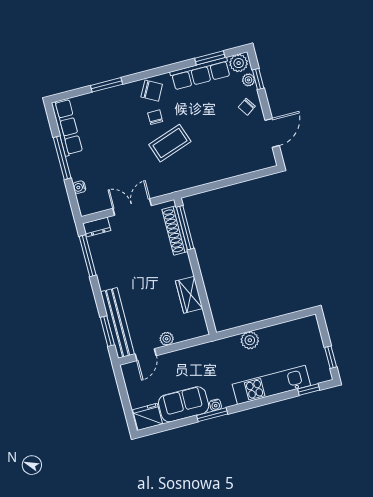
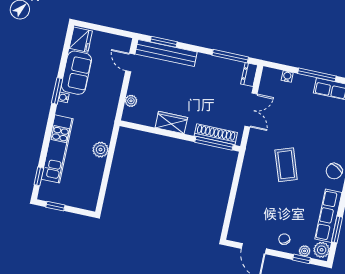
chair: (155, 117) -> (312, 163), removed
wardrobe: (189, 295) -> (171, 123), moved
plant: (167, 339) -> (131, 101), moved

